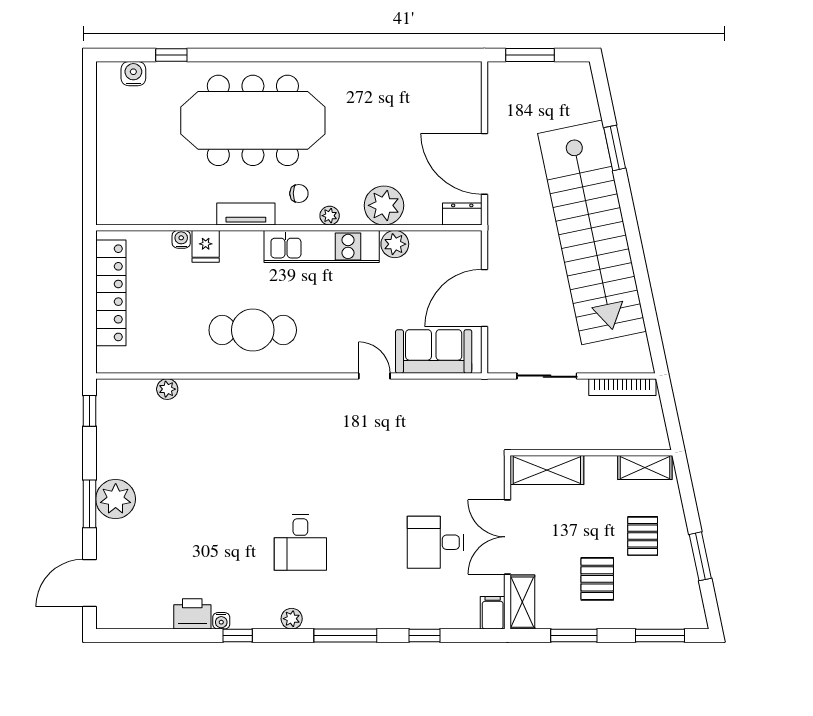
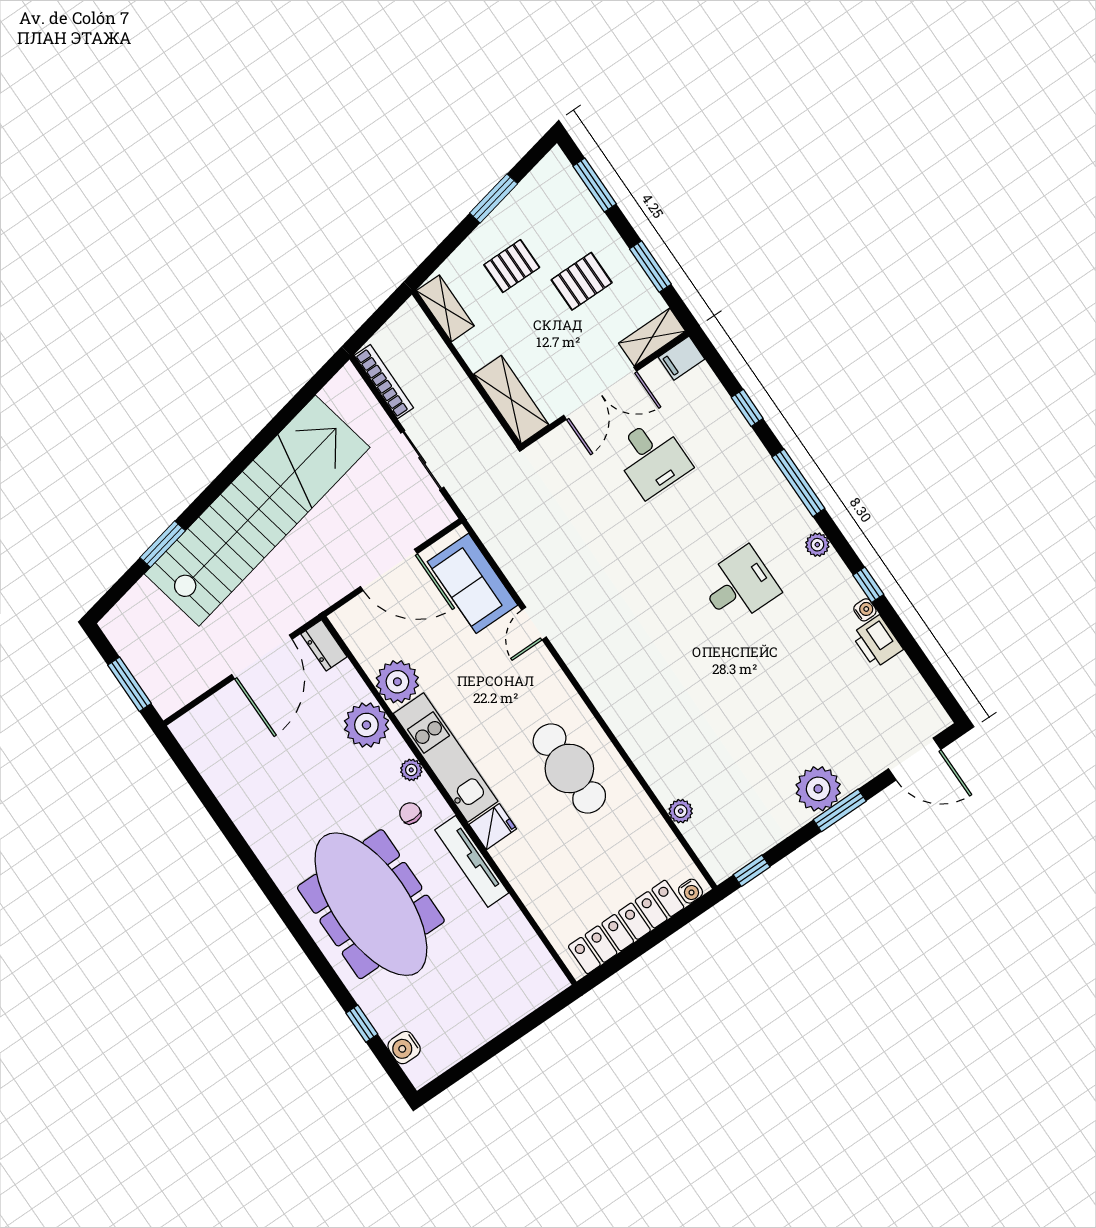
tv unit: (246, 214) -> (472, 861), width x1.41
water cooler: (181, 239) -> (691, 891), moved, turned -90
plant: (395, 244) -> (397, 682), width x1.36, depth x1.36
fridge: (206, 246) -> (493, 827), moved

